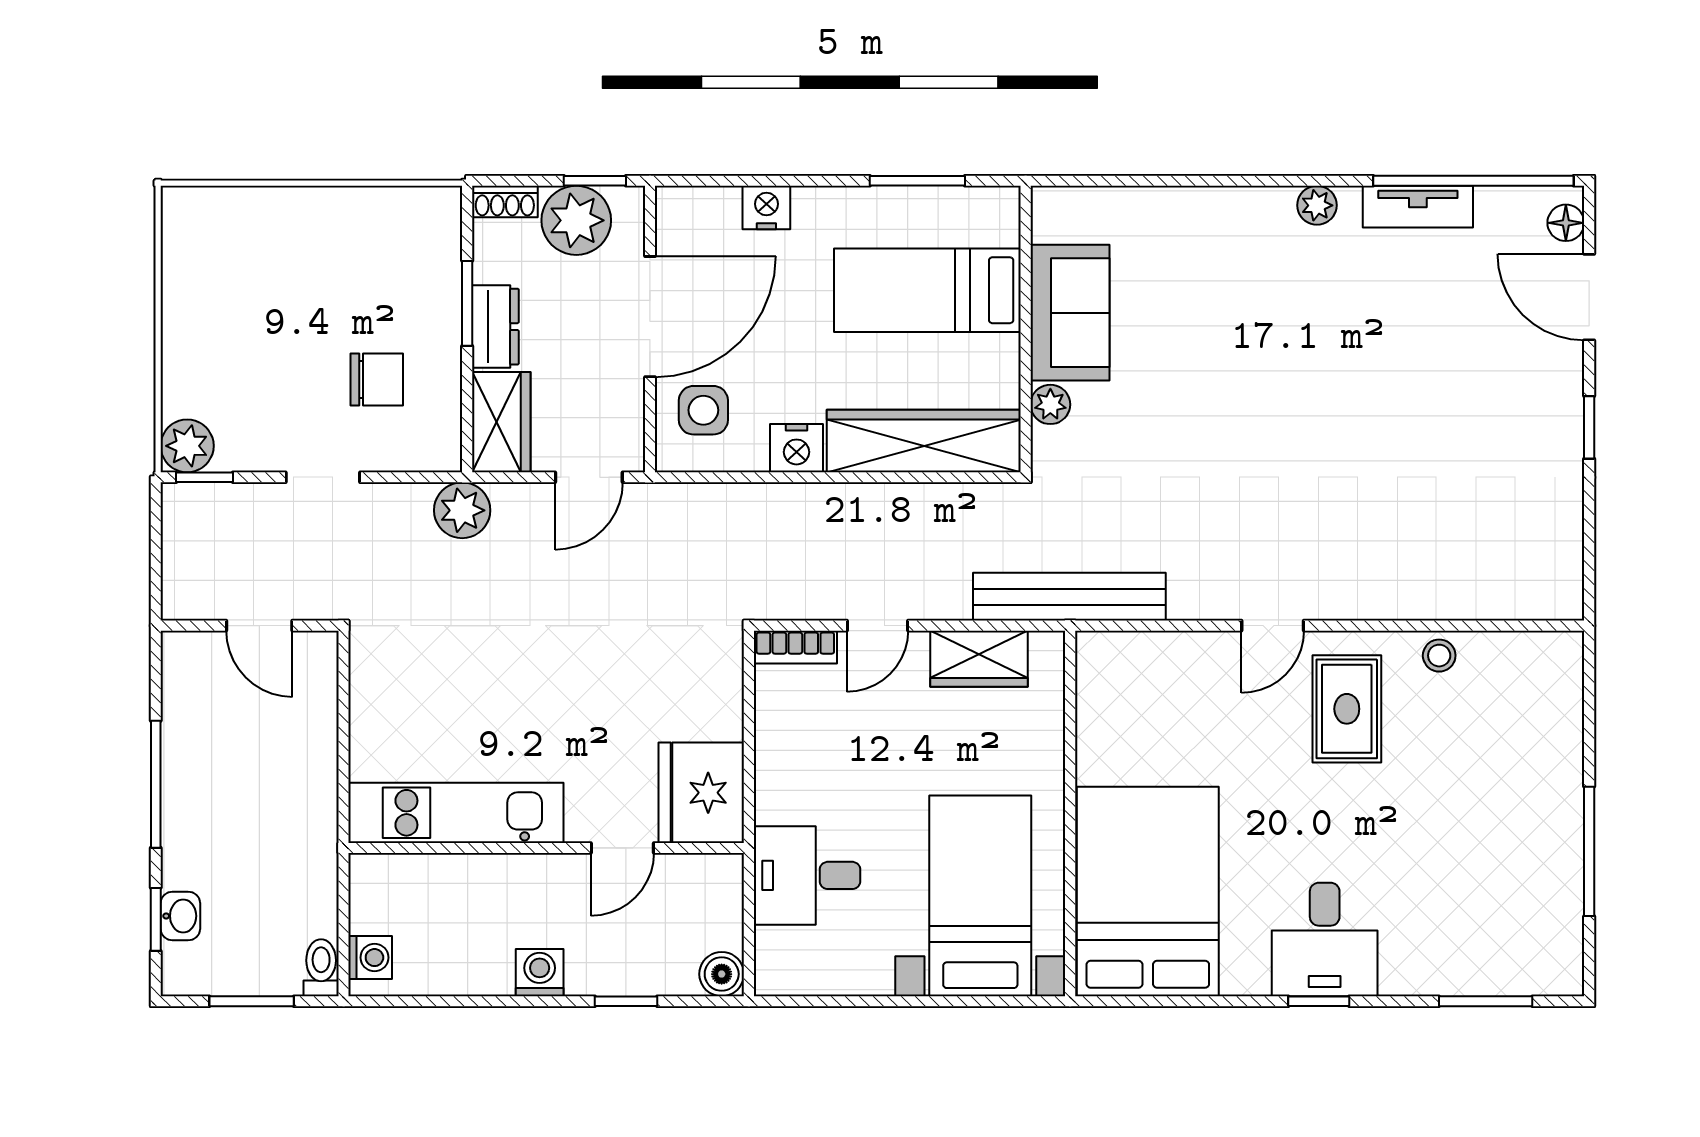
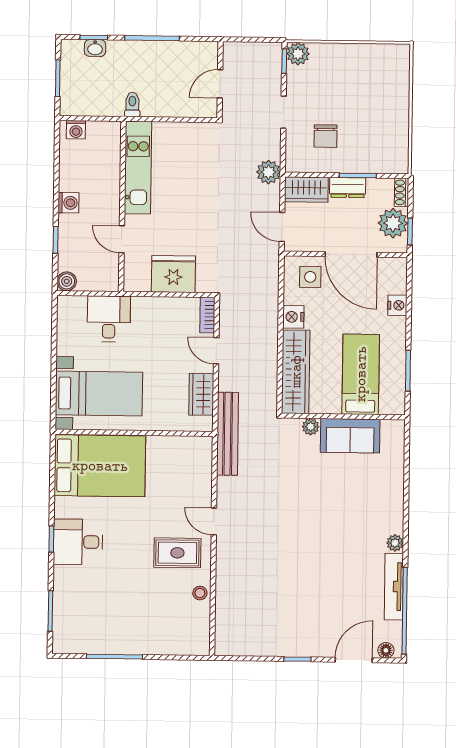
tv unit: (1418, 207) -> (394, 587), width x1.41
fridge: (701, 793) -> (173, 274), moved
toilet: (321, 968) -> (132, 105), moved, turned -90

